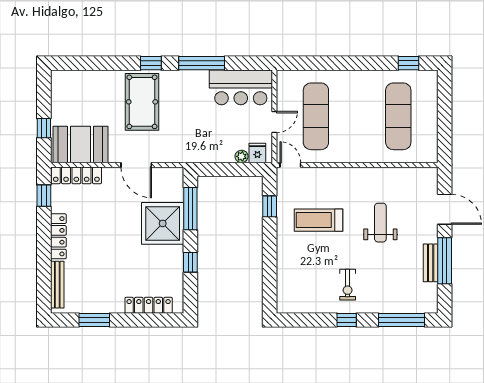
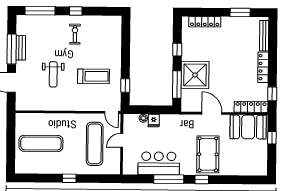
window: (409, 63) -> (69, 178), moved
bar counter: (241, 87) -> (159, 163), moved
exercise mat: (398, 116) -> (41, 143), turned 90
fridge: (257, 153) -> (154, 121), moved

